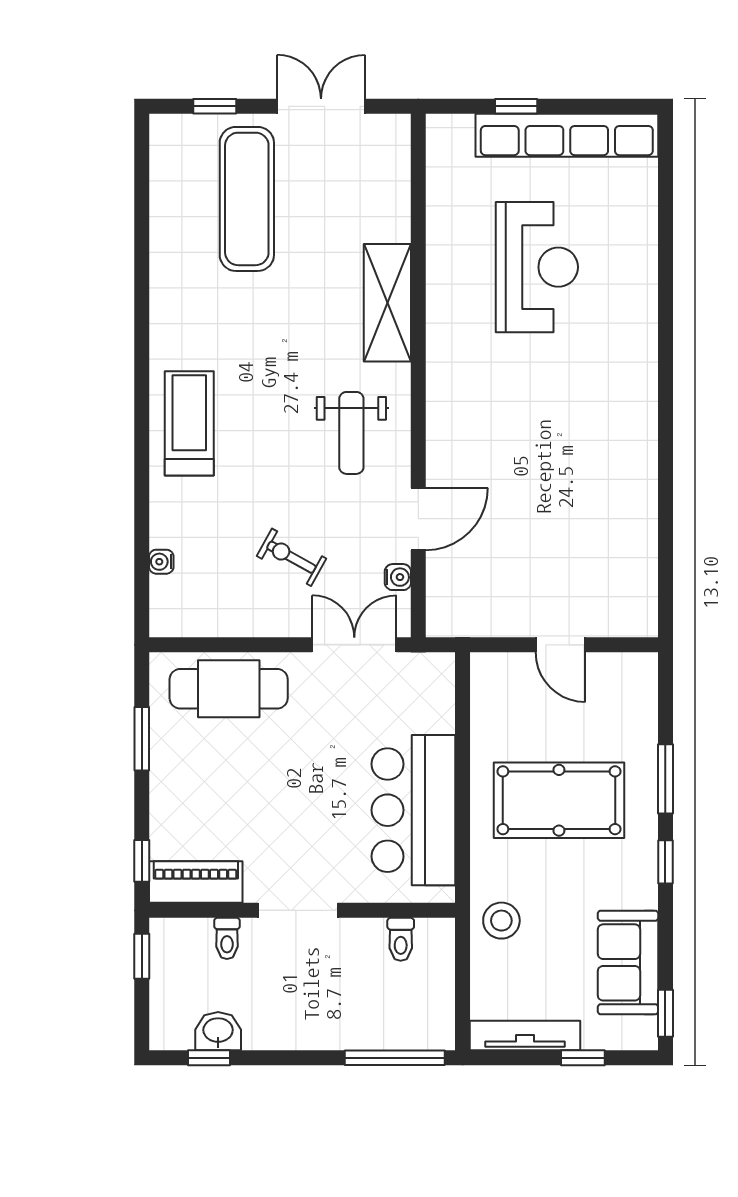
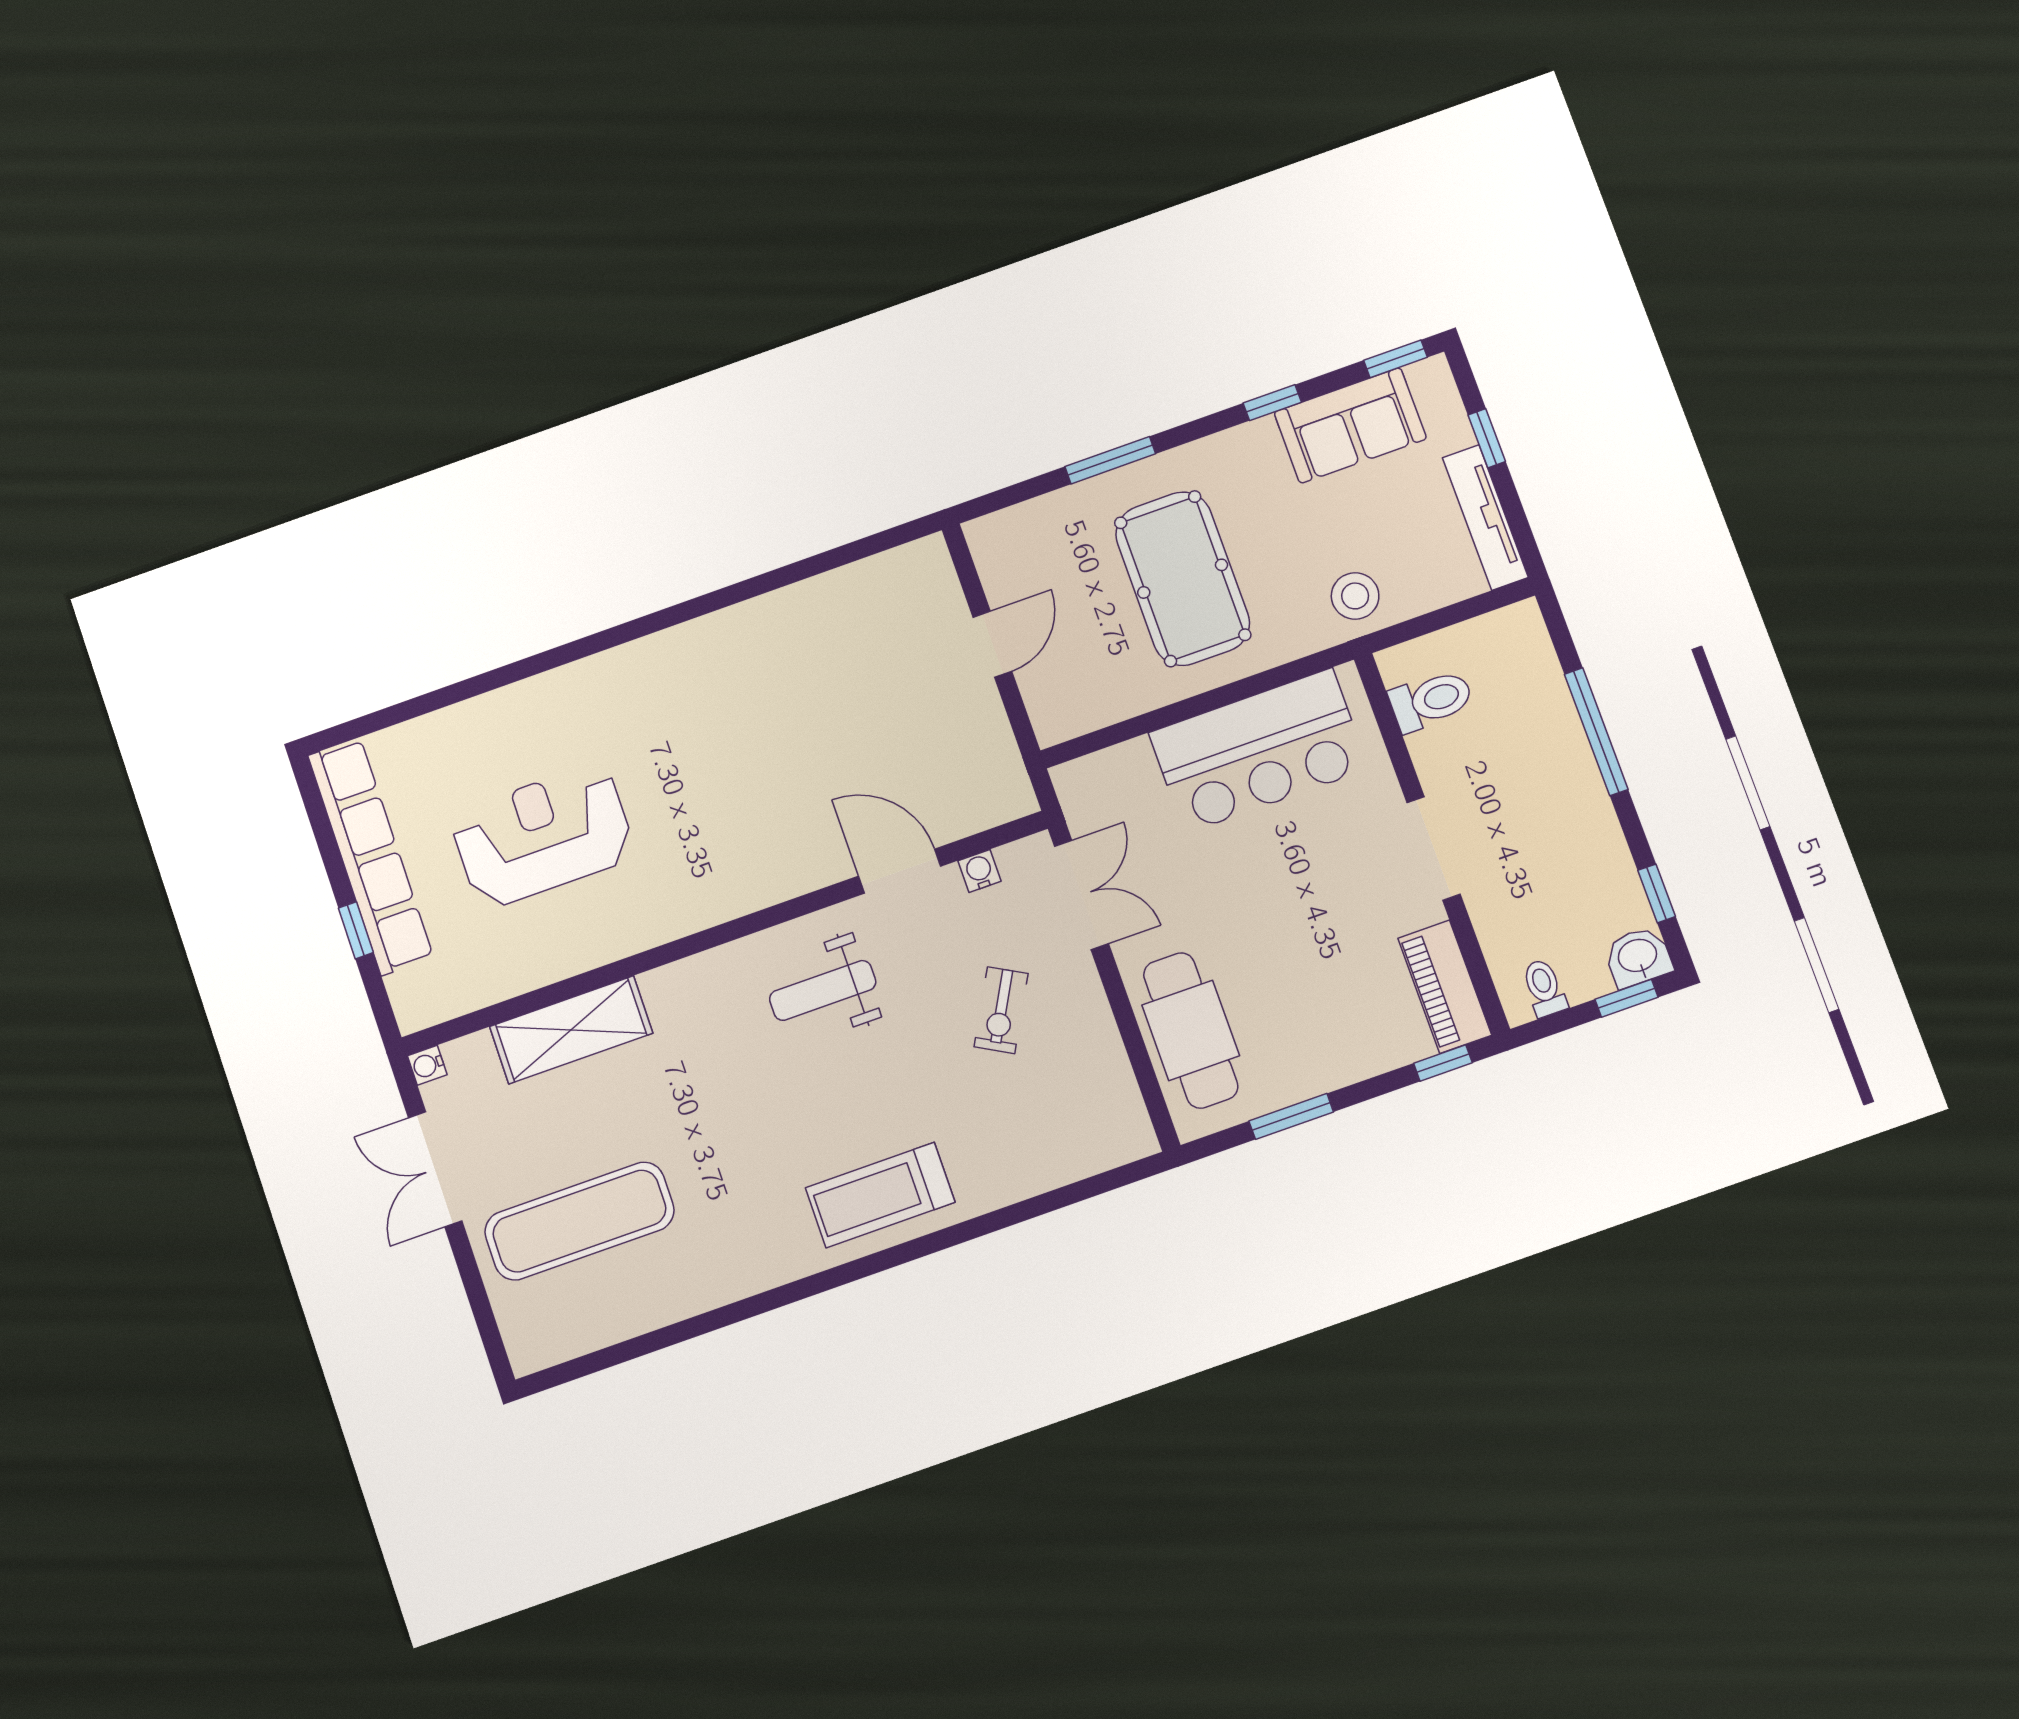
window: (215, 106) -> (479, 1301), removed
shelving: (387, 303) -> (571, 1030), moved
weight bench: (351, 433) -> (823, 990), turned 180
water cooler: (161, 562) -> (427, 1065), moved, turned 90
double door: (354, 645) -> (1081, 895), swing flipped
window: (665, 862) -> (1272, 403), moved
toilet: (227, 938) -> (1544, 988), moved, turned -90
toilet: (401, 939) -> (1431, 700), width x1.37, depth x1.39
window: (142, 956) -> (1627, 998), moved
washbasin: (218, 1031) -> (1638, 957), moved, turned 90
window: (395, 1058) -> (1596, 732), moved

